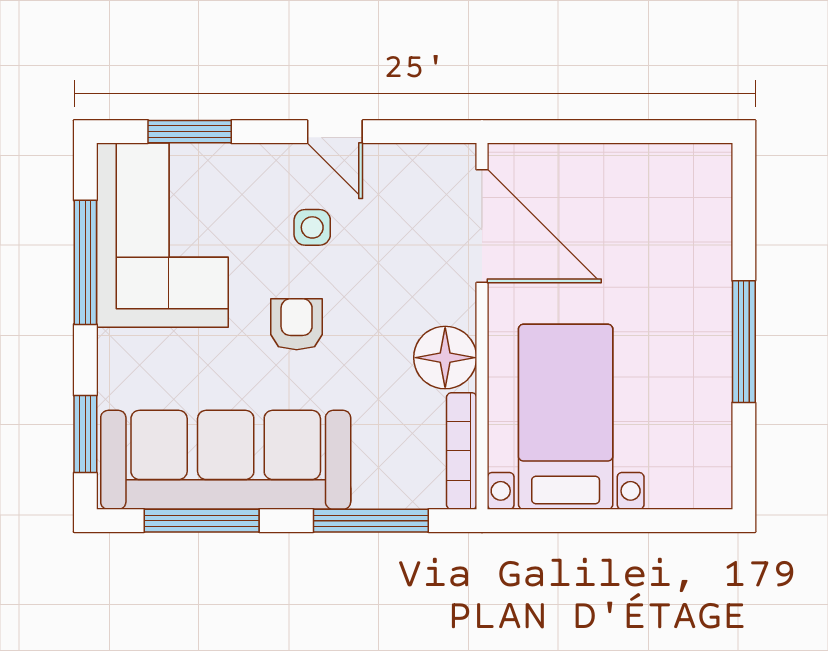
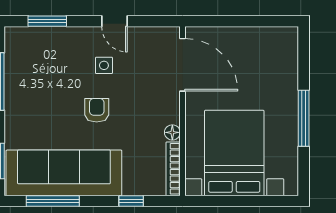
corner sofa: (162, 235) -> (35, 69), removed
floor lamp: (445, 358) -> (172, 132), width x0.53, depth x0.53
bed with nightstands: (566, 417) -> (234, 153), width x1.36
window: (371, 521) -> (131, 201), width x0.46

